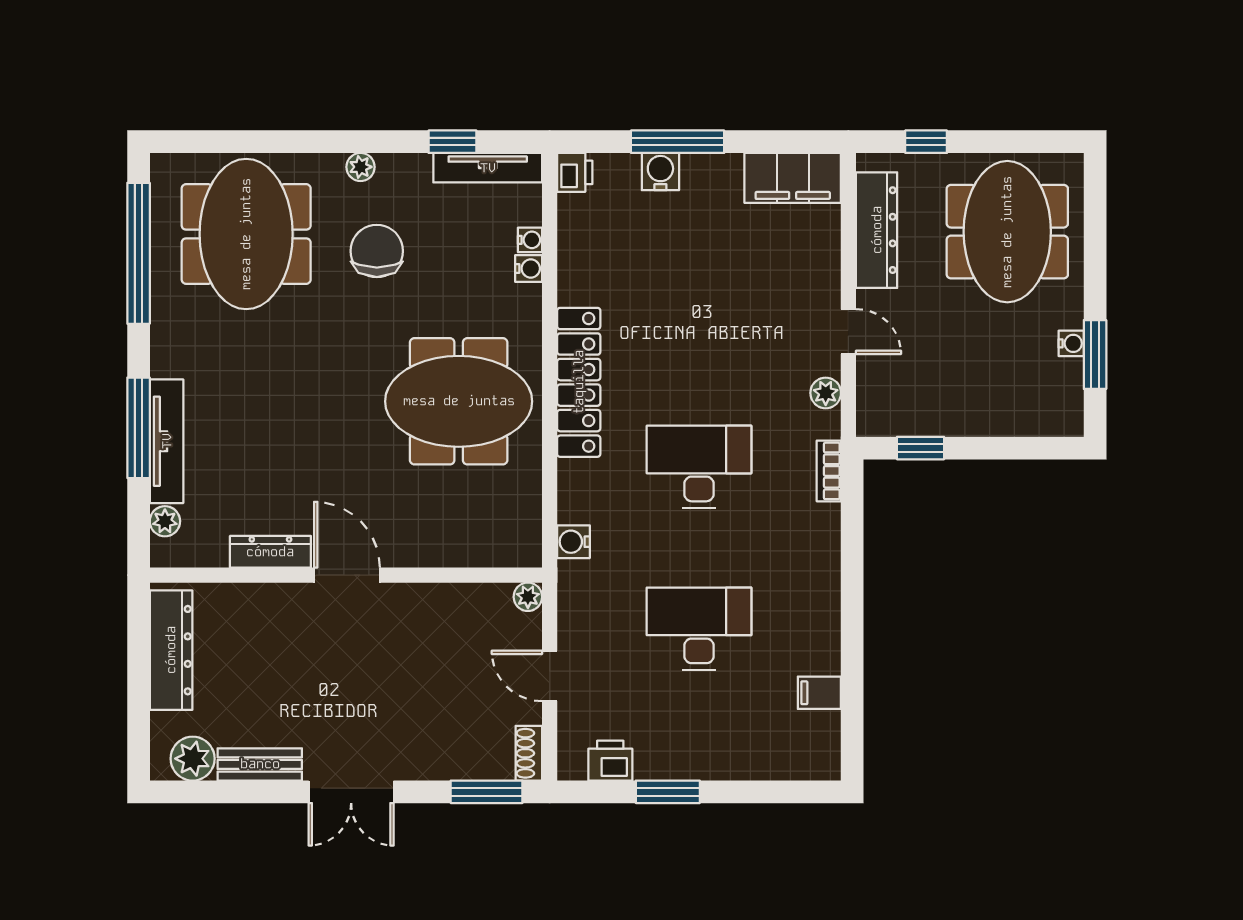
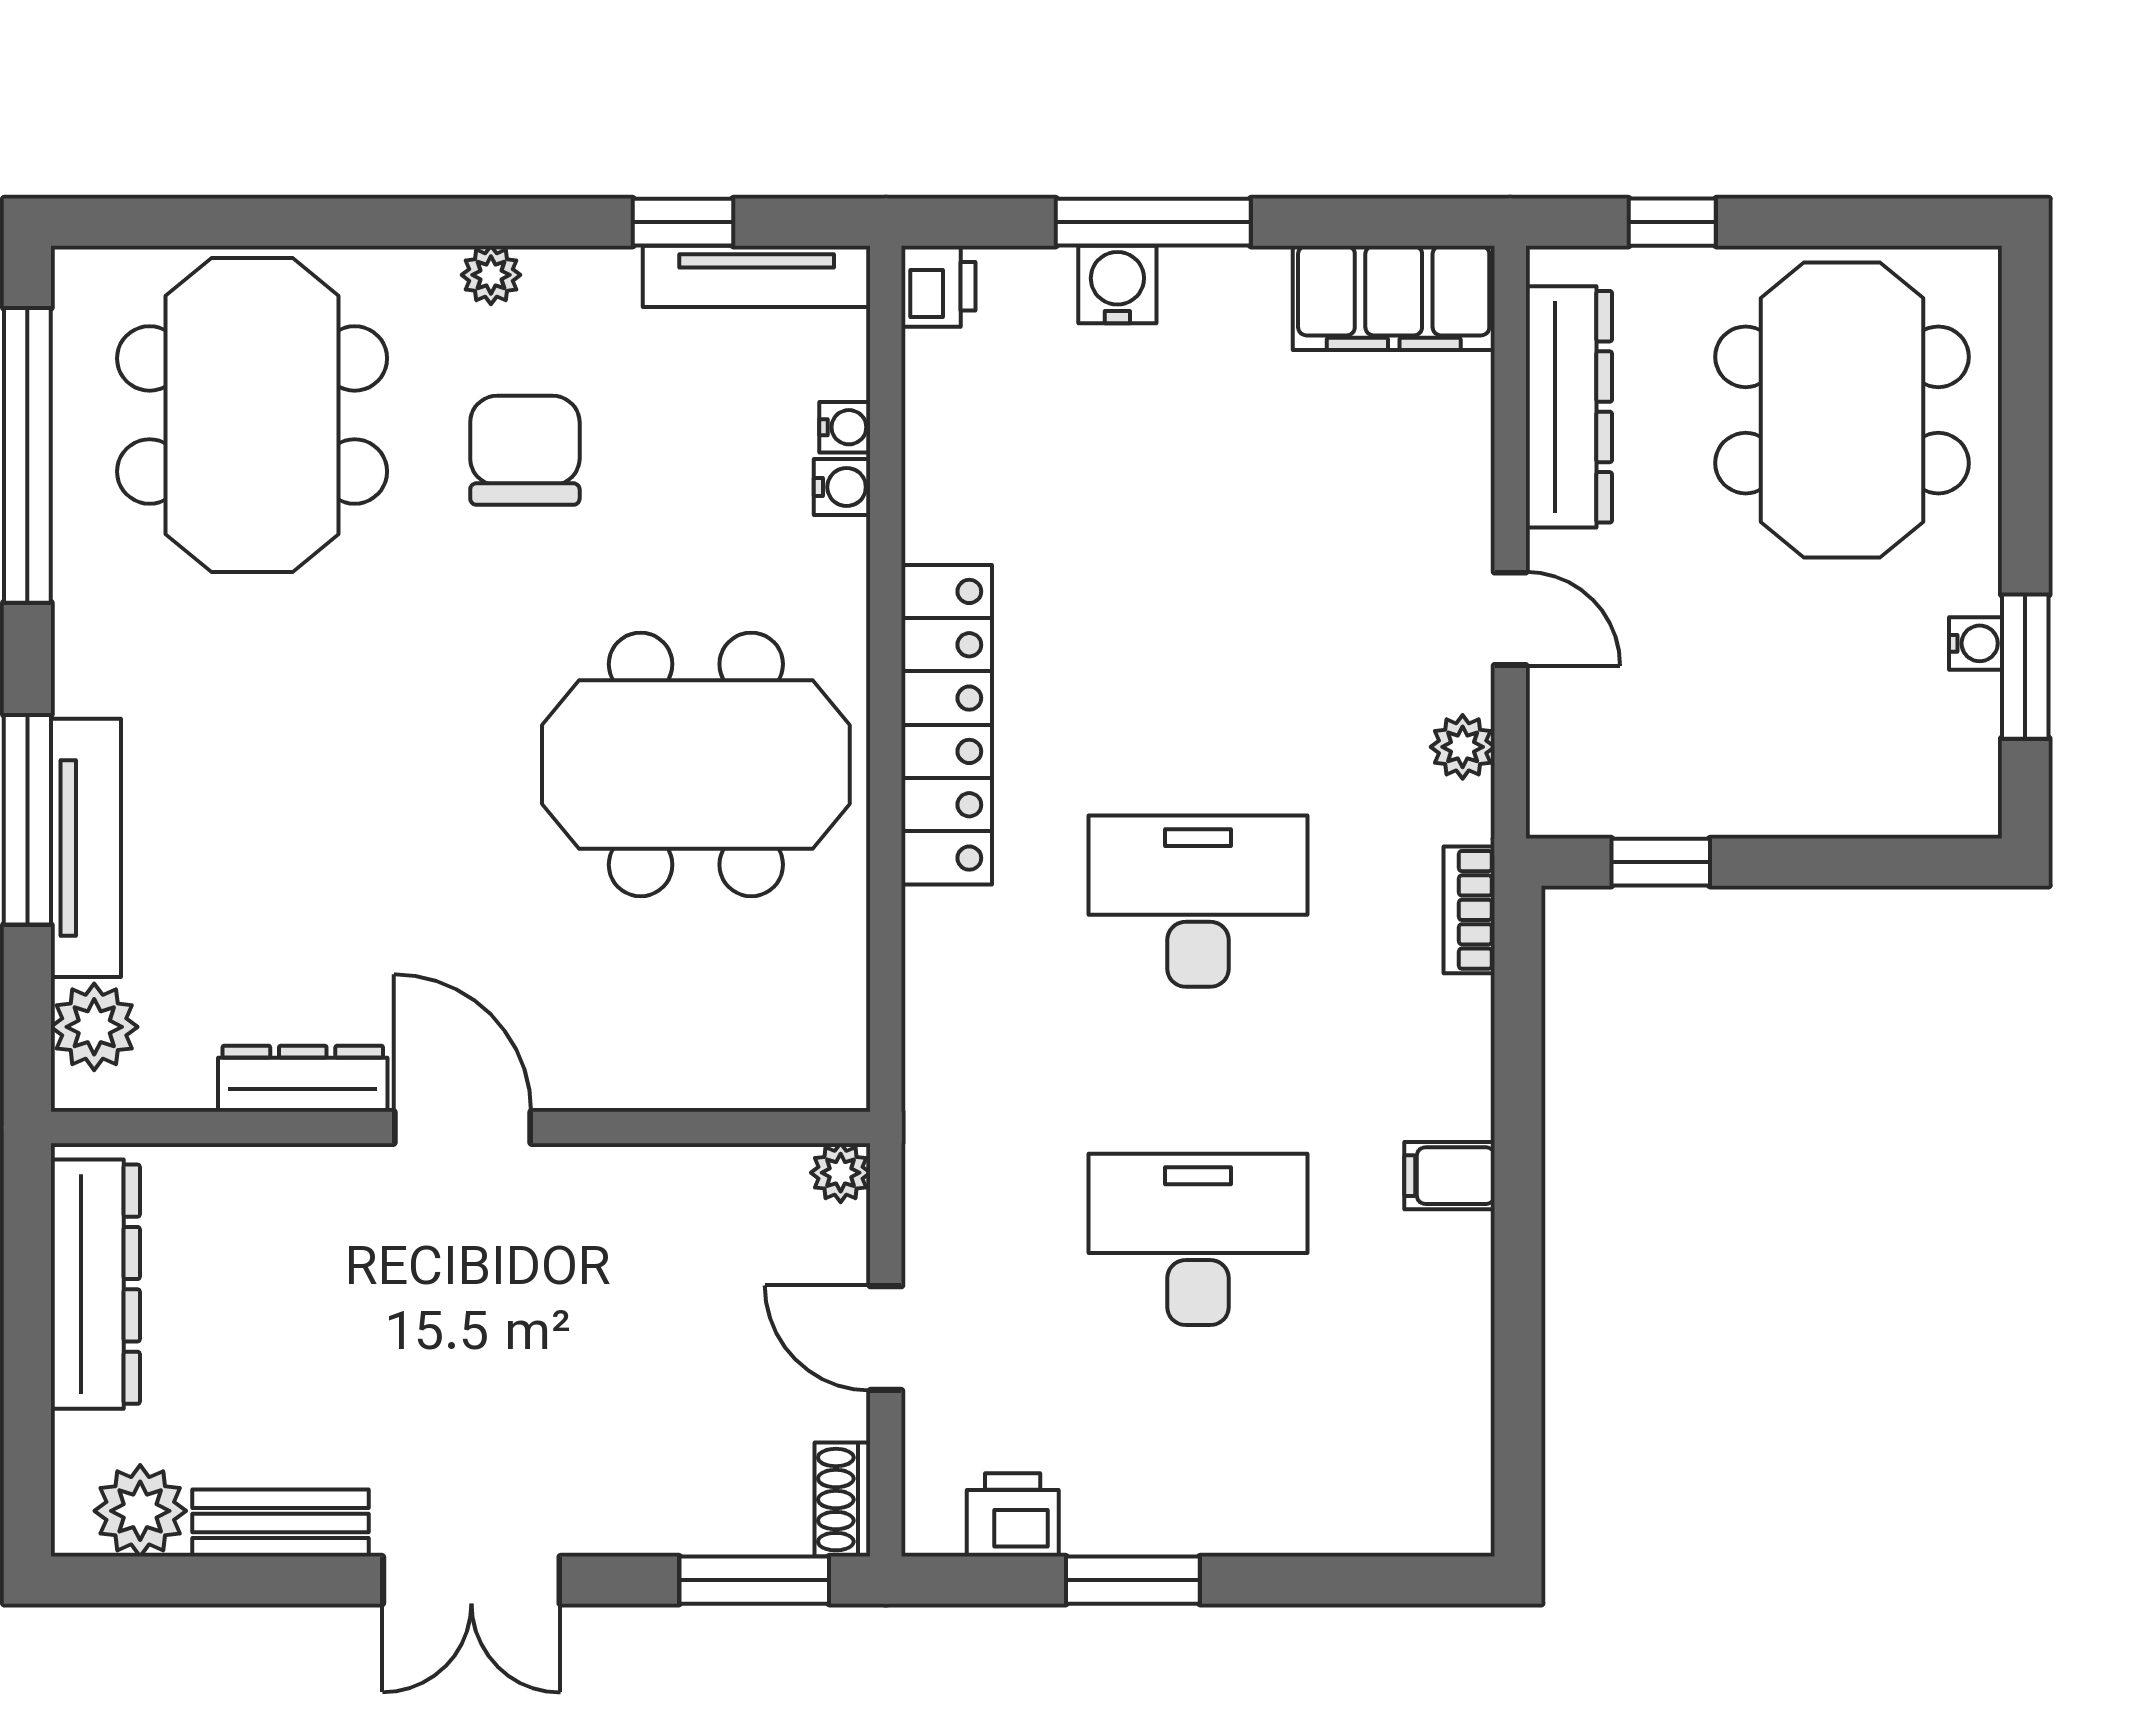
plant: (165, 521) -> (94, 1027), width x1.38, depth x1.38
water cooler: (573, 542) -> (936, 1058), removed
filing cabinet: (819, 693) -> (1449, 1176), moved

